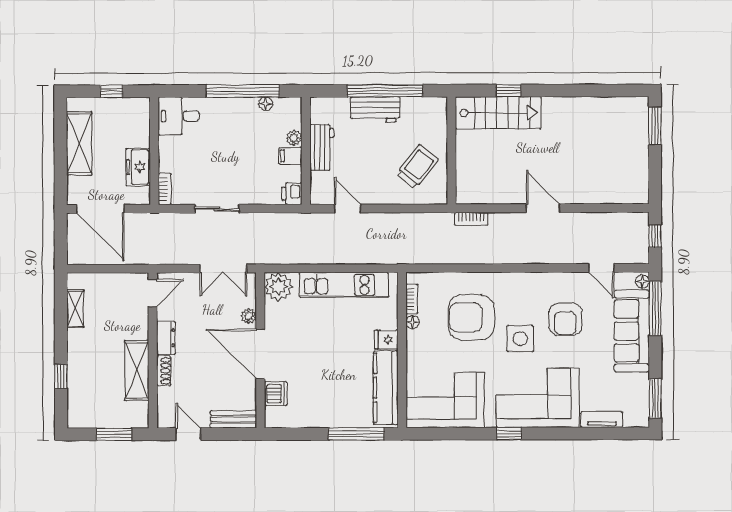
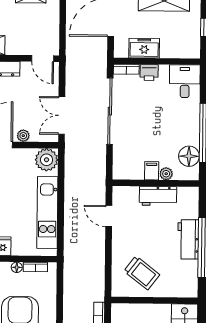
floor lamp: (266, 104) -> (189, 156), width x1.89, depth x1.89
printer: (292, 194) -> (149, 72), moved, turned 180
sliding door: (217, 209) -> (110, 111), width x1.86
door: (347, 209) -> (109, 216), swing flipped

